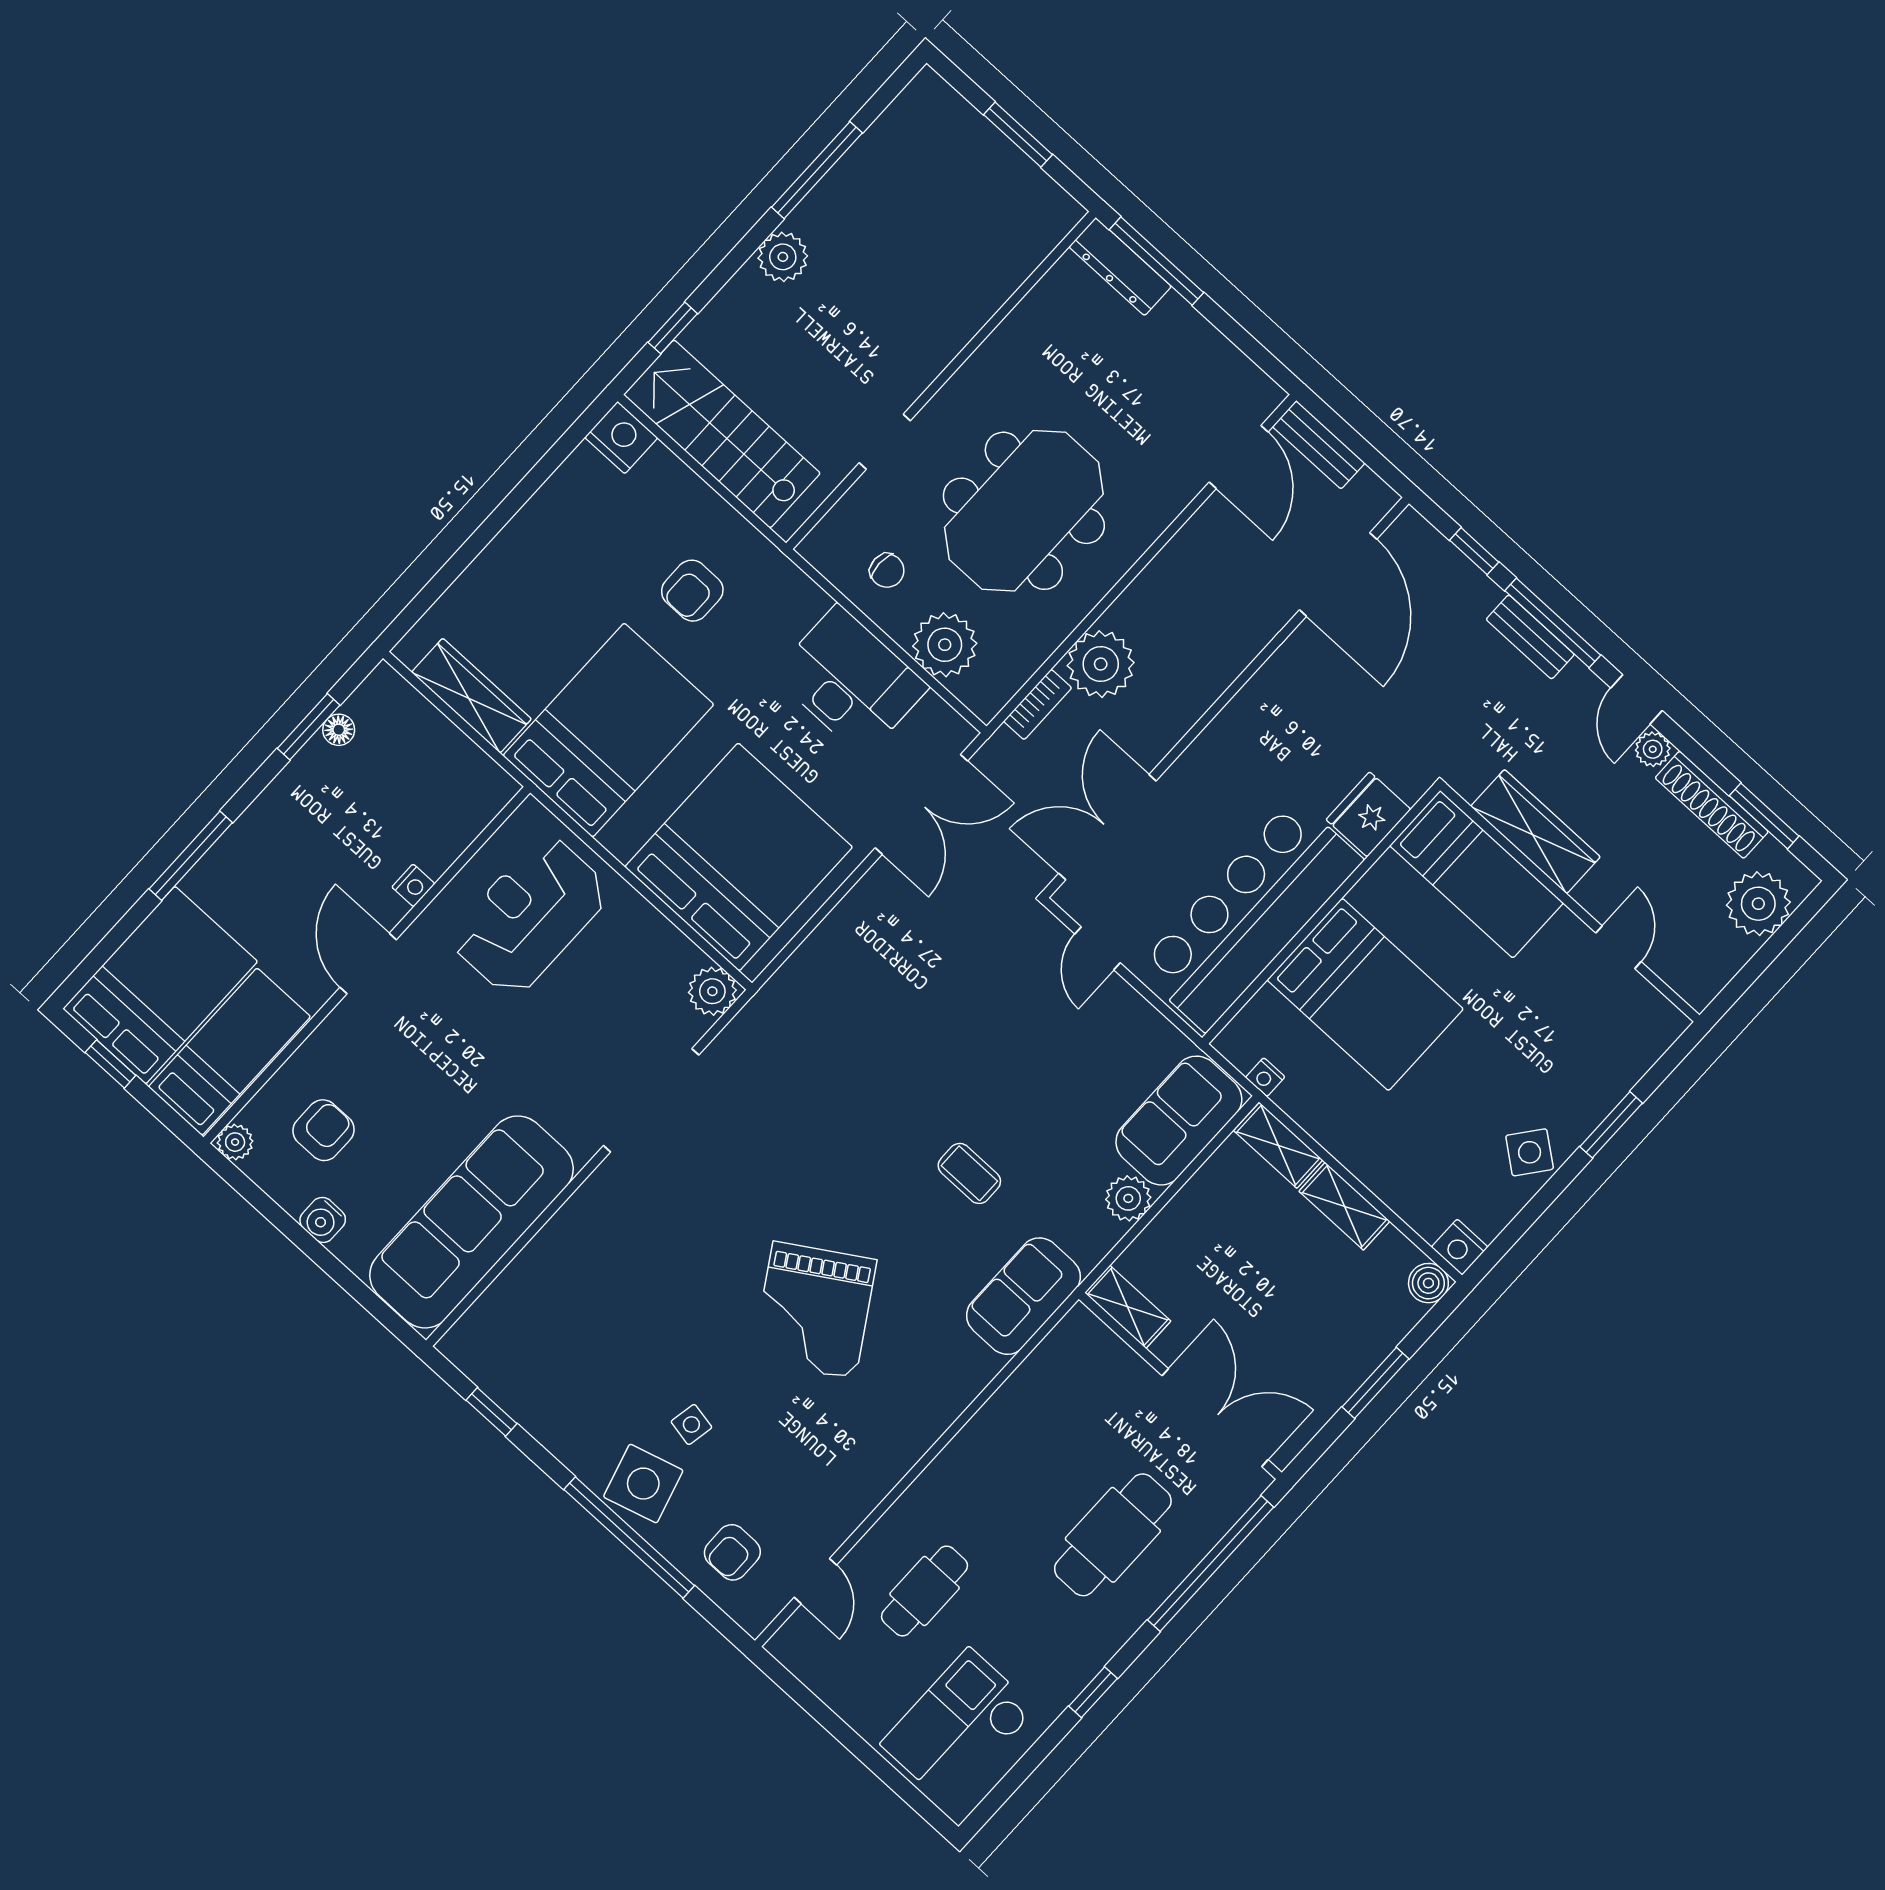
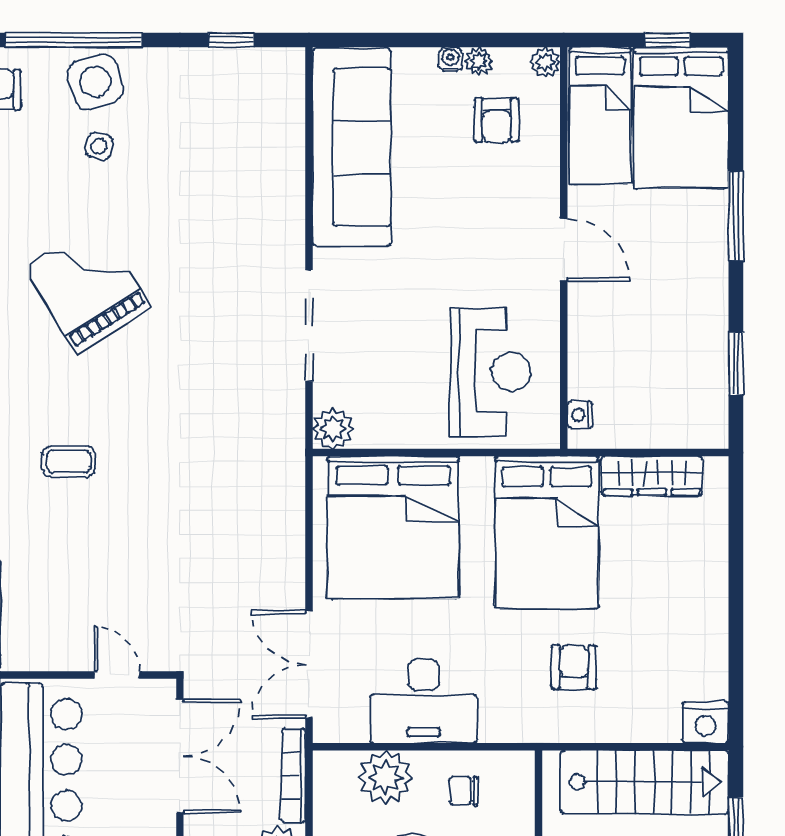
bookcase: (1038, 704) -> (293, 776), width x1.56
floor lamp: (339, 730) -> (715, 379), removed
nightstand: (413, 885) -> (580, 415), moved
plant: (292, 1196) -> (479, 61), added
water cooler: (323, 1220) -> (450, 59), width x0.72, depth x0.72

